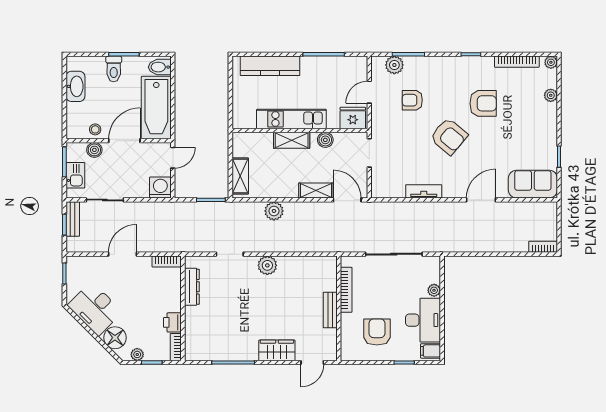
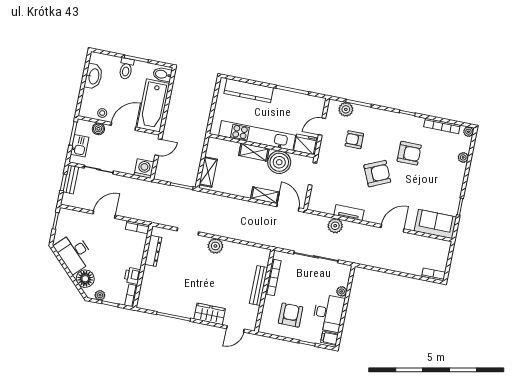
kitchen unit: (291, 119) -> (257, 135), width x1.36
armchair: (449, 136) -> (377, 174), turned -64
boiler: (325, 140) -> (279, 162), width x1.86, depth x1.86
plant: (274, 211) -> (335, 226), moved
bench: (330, 310) -> (259, 286), width x1.36

